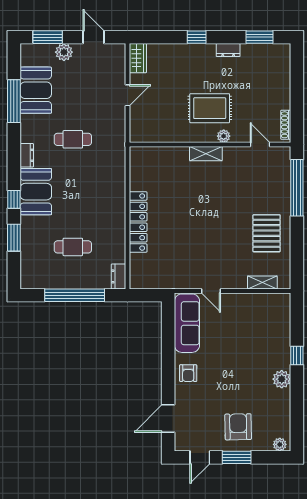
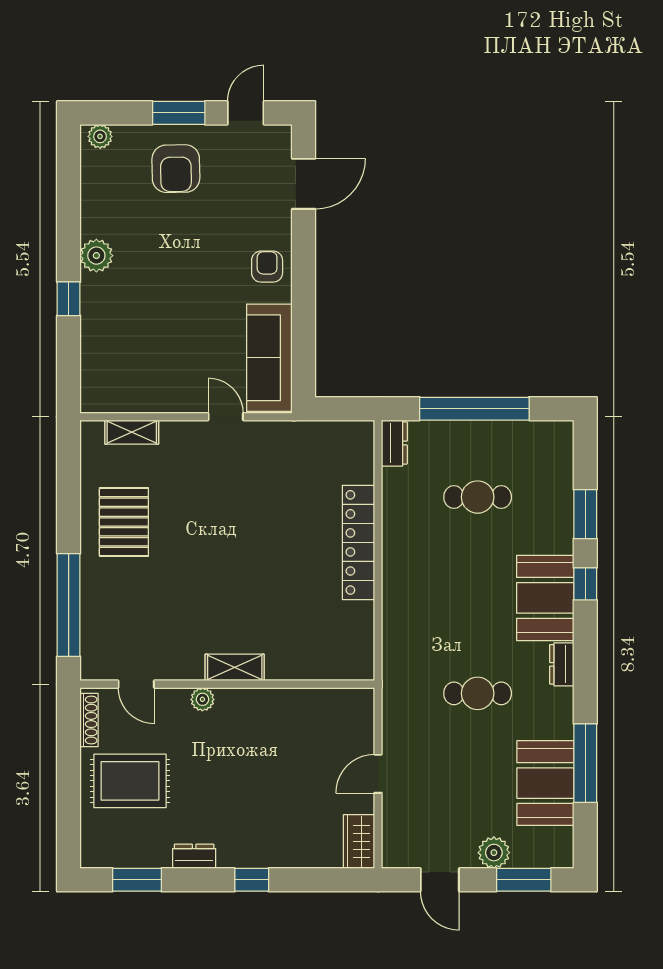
rug: (210, 108) -> (130, 781), moved

